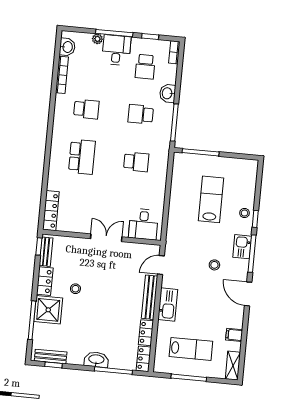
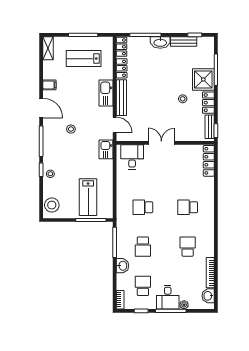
school desk: (86, 109) -> (188, 247), turned 90
school desk: (141, 114) -> (143, 247), turned 90
school desk: (82, 157) -> (188, 207), width x0.54
stool: (246, 175) -> (52, 205), added
lab bench: (211, 199) -> (88, 197), moved
double door: (106, 238) -> (161, 143), swing flipped
kitchen sink: (242, 247) -> (106, 149), moved, turned 180
door: (161, 265) -> (115, 125), hinge flipped
filing cabinet: (234, 335) -> (49, 85), moved
bench: (51, 356) -> (184, 42), moved

